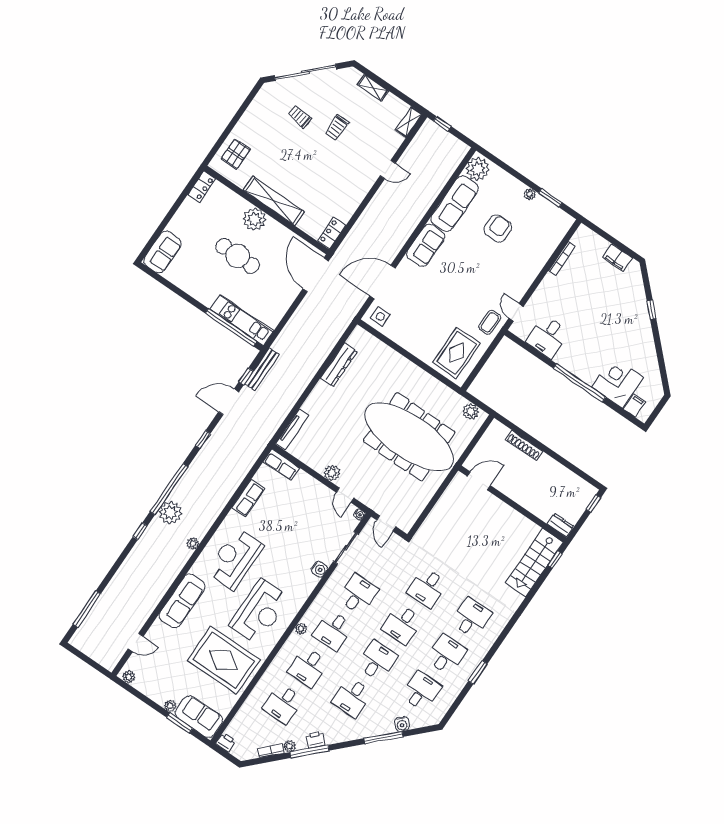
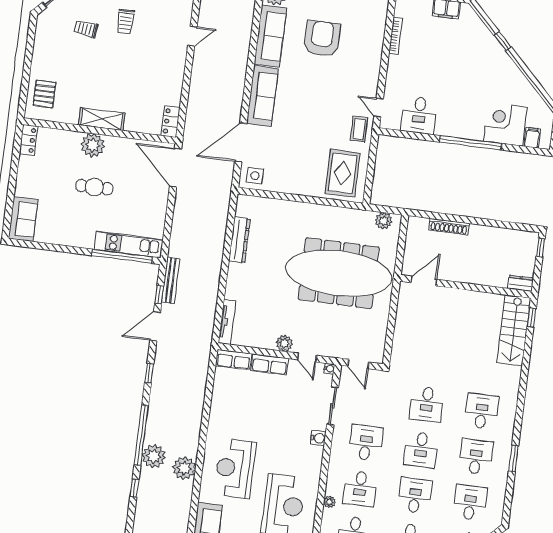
shelving: (274, 201) -> (102, 119), width x0.68
armchair: (498, 229) -> (322, 39), width x1.36, depth x1.36
sofa: (426, 245) -> (262, 96), width x1.36
cafe table: (238, 256) -> (94, 187), width x0.73, depth x0.74
row of seats: (248, 498) -> (270, 365), moved, turned 90
plant: (193, 543) -> (184, 468), width x1.88, depth x1.88

